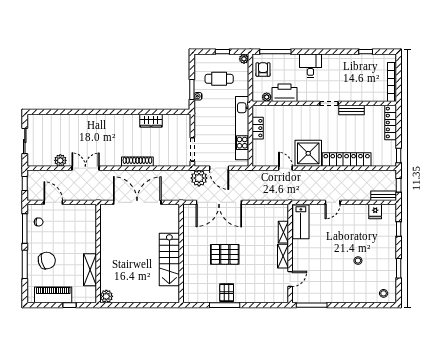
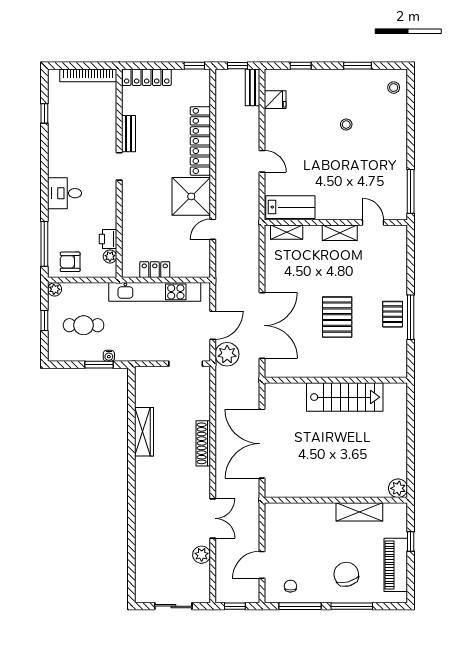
cafe table: (219, 79) -> (84, 325), turned 90
printer: (285, 93) -> (108, 239), width x0.53, depth x0.68
wardrobe: (151, 121) -> (144, 432), width x1.50
double door: (85, 168) -> (213, 518), swing flipped
shelving: (283, 232) -> (287, 232), moved
pallet: (227, 293) -> (393, 314), turned 90

